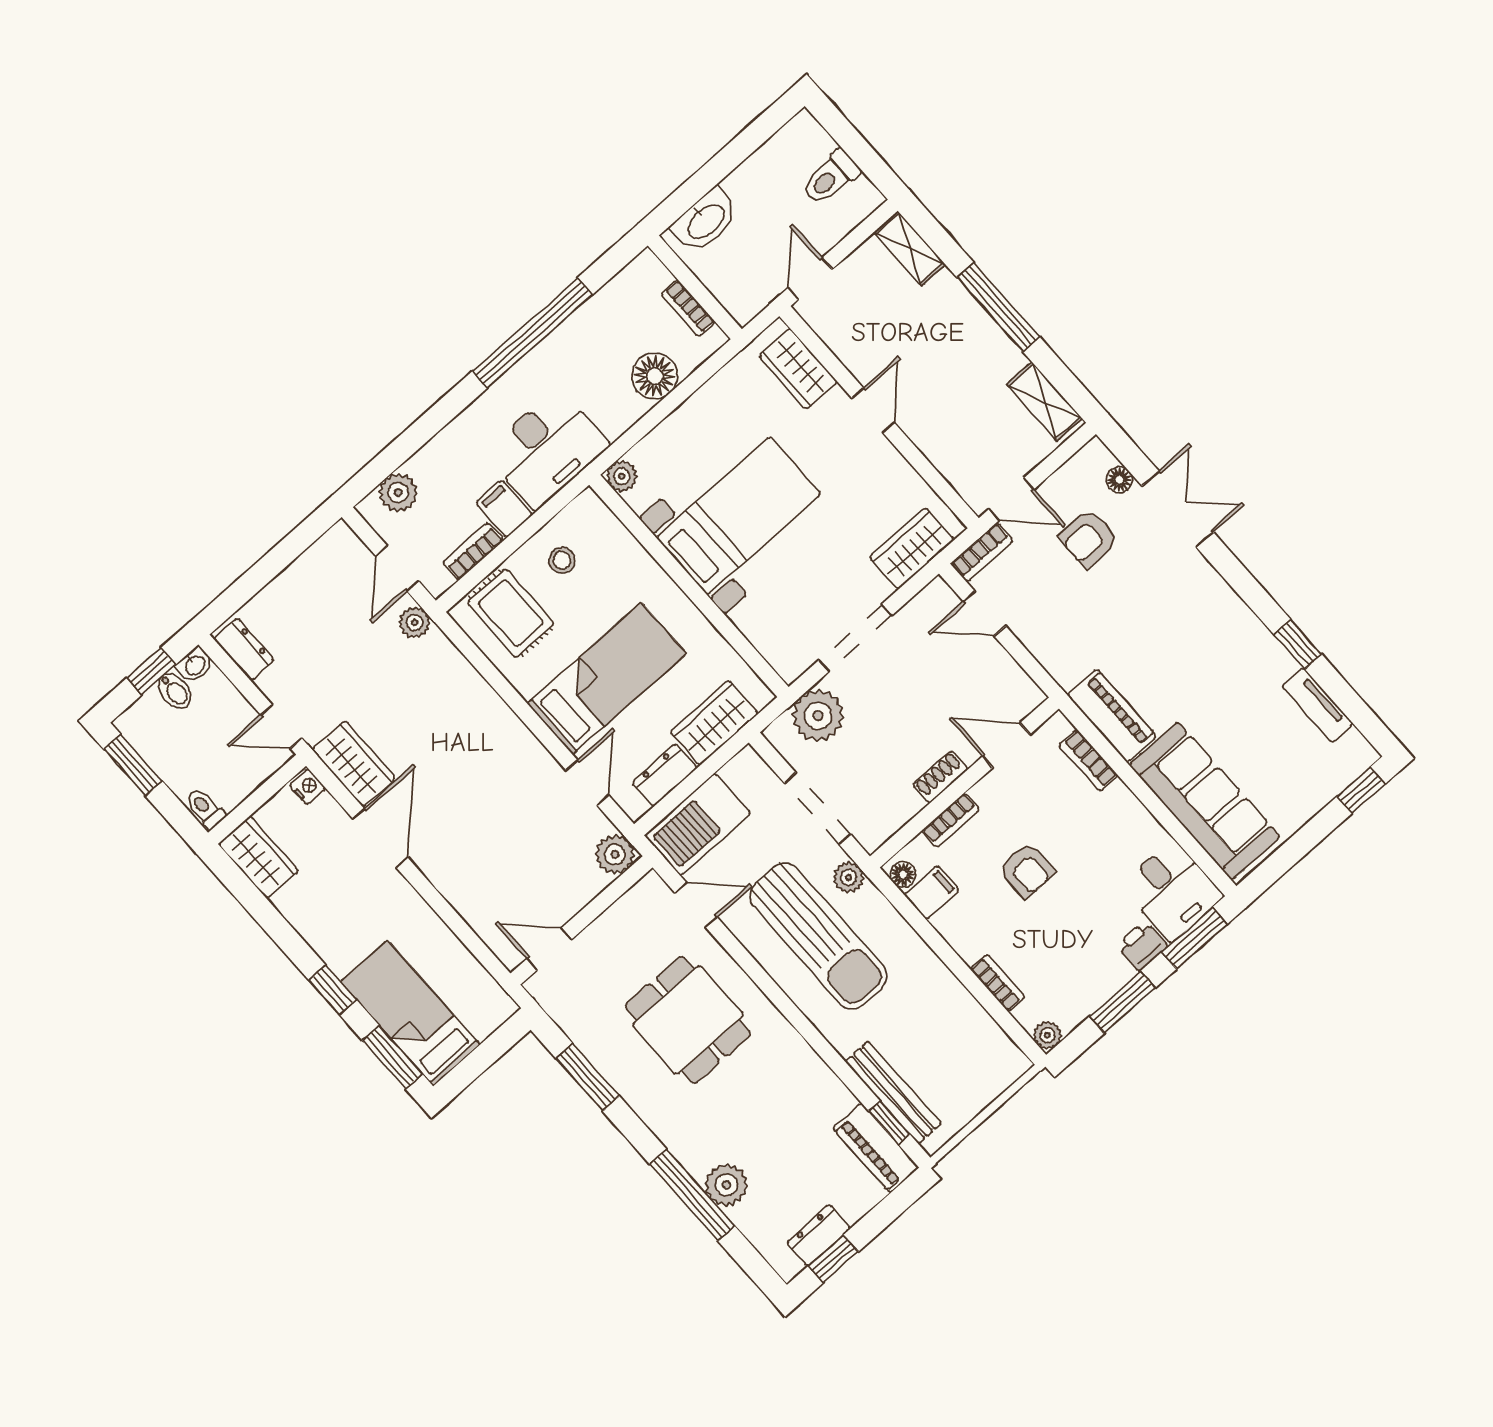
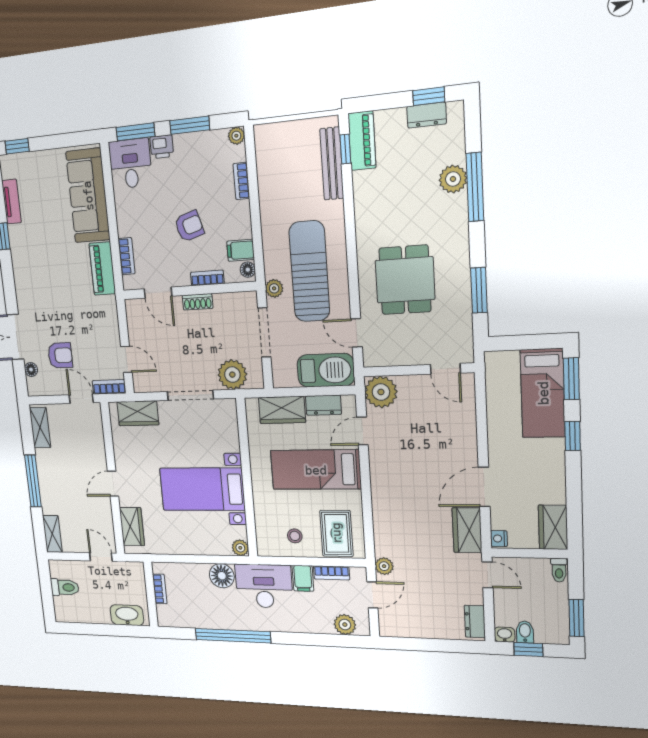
door: (810, 279) -> (101, 557), swing flipped
floor lamp: (655, 376) -> (222, 576), moved
plant: (615, 854) -> (381, 392), width x1.36, depth x1.36
armchair: (1027, 870) -> (189, 226), turned 73

